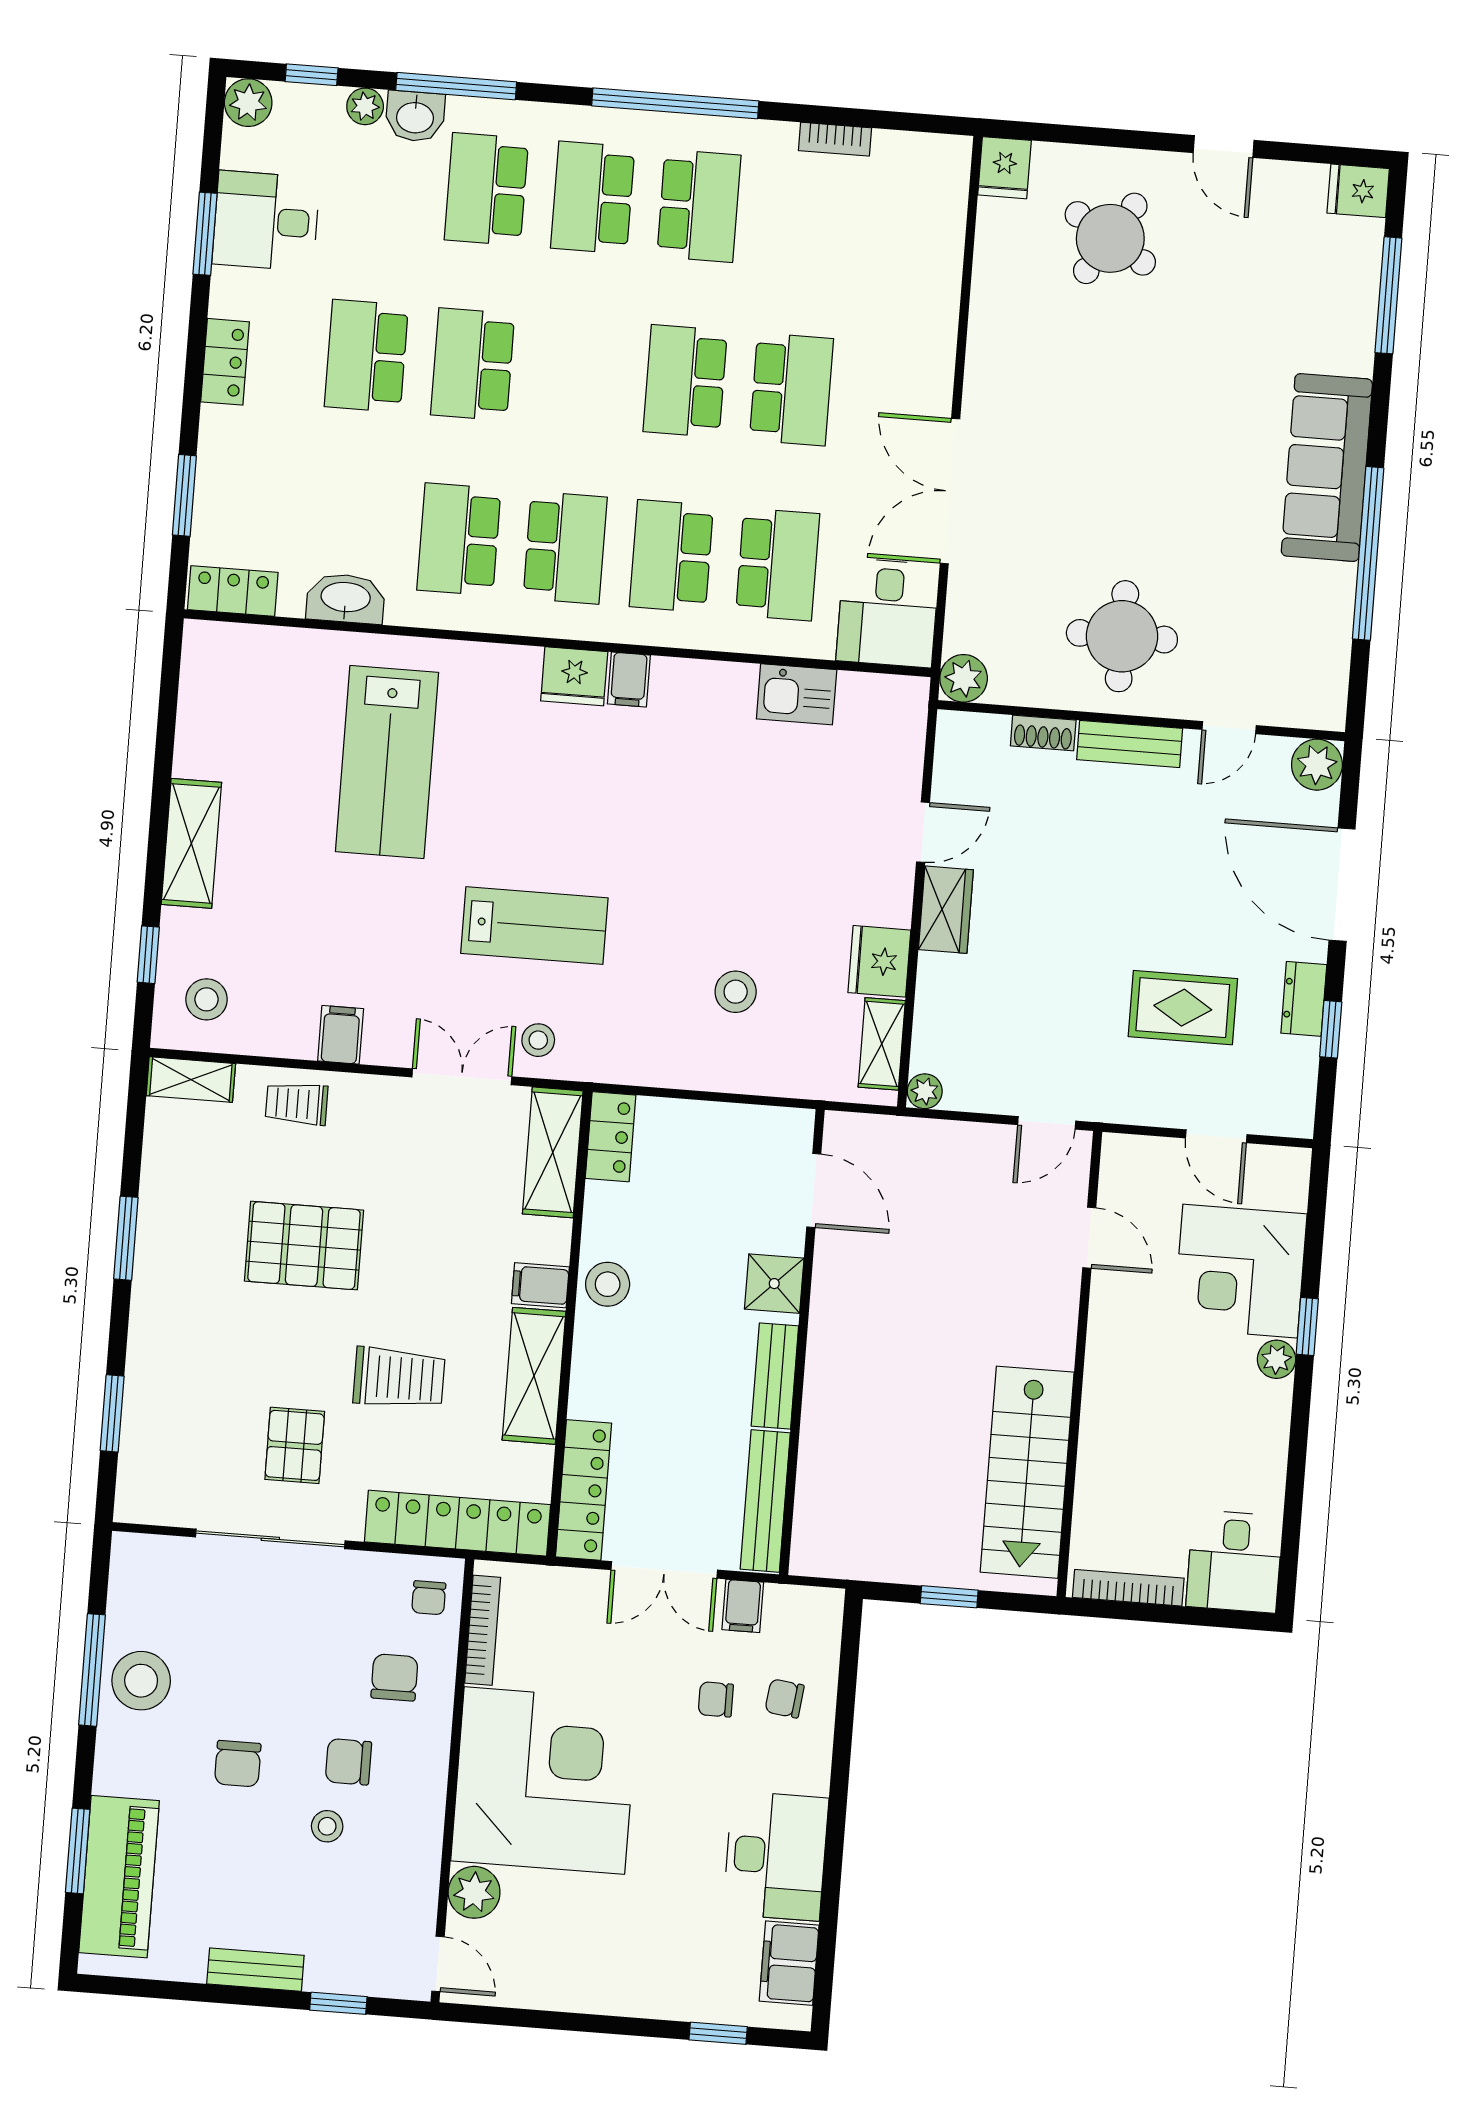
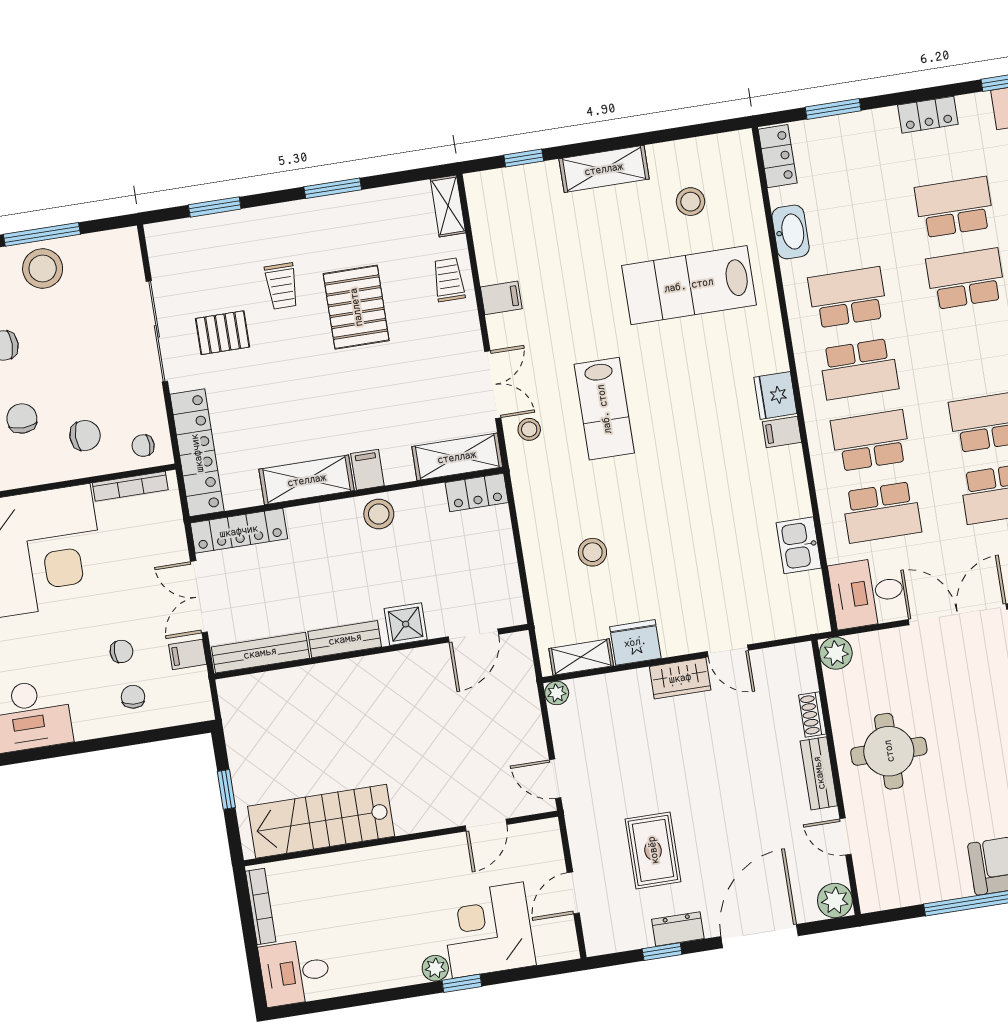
stool: (206, 999) -> (691, 202), moved
trolley: (399, 1378) -> (282, 286), moved, width x0.73, depth x0.72
chair: (716, 1699) -> (121, 651), turned 90

